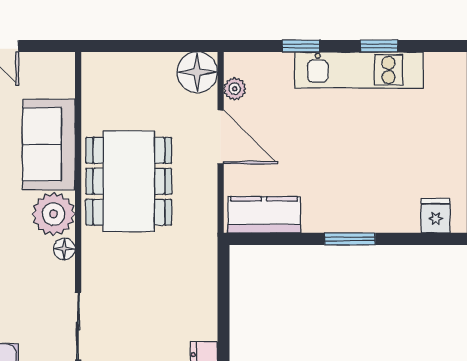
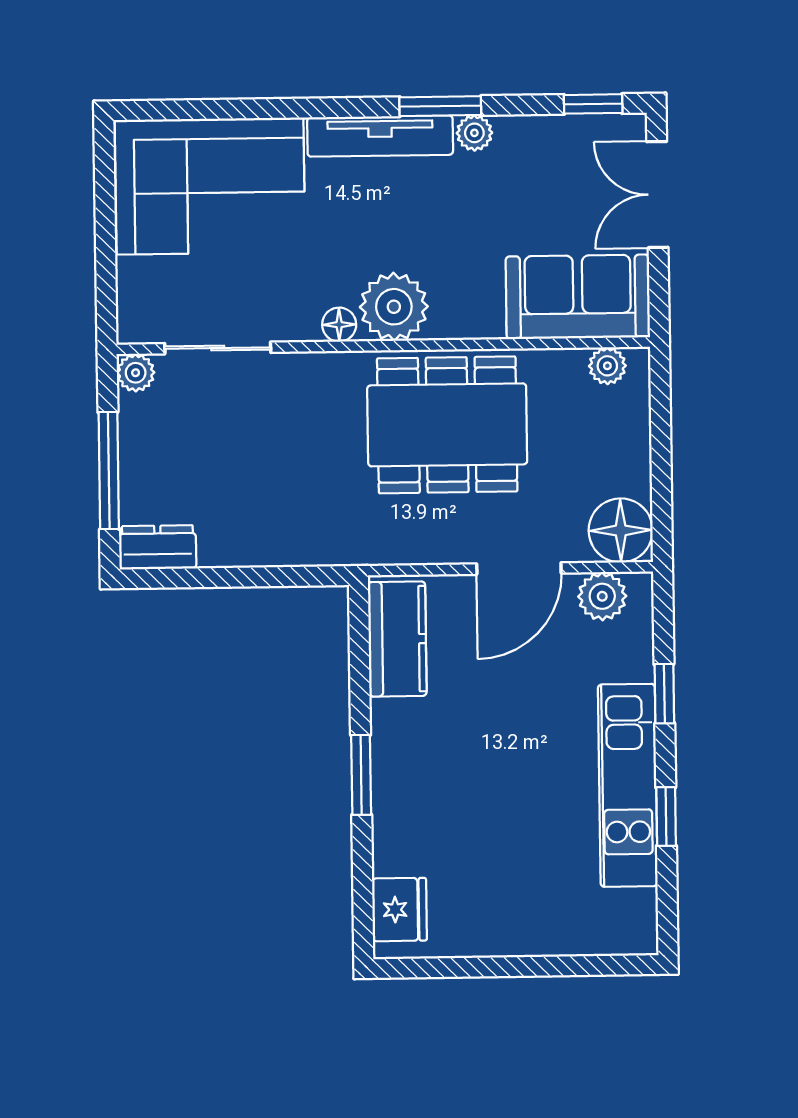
plant: (93, 79) -> (607, 366), added
plant: (235, 89) -> (602, 596), width x1.38, depth x1.38
sofa: (49, 145) -> (578, 297), moved
fridge: (436, 216) -> (399, 910), width x1.38

